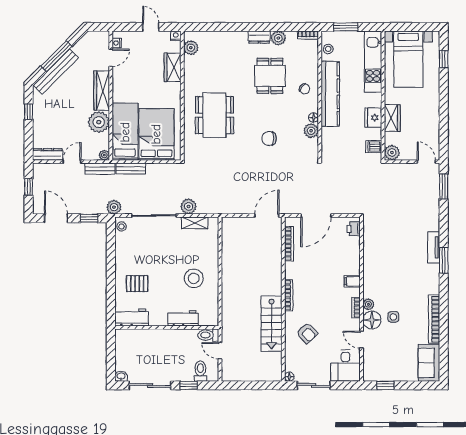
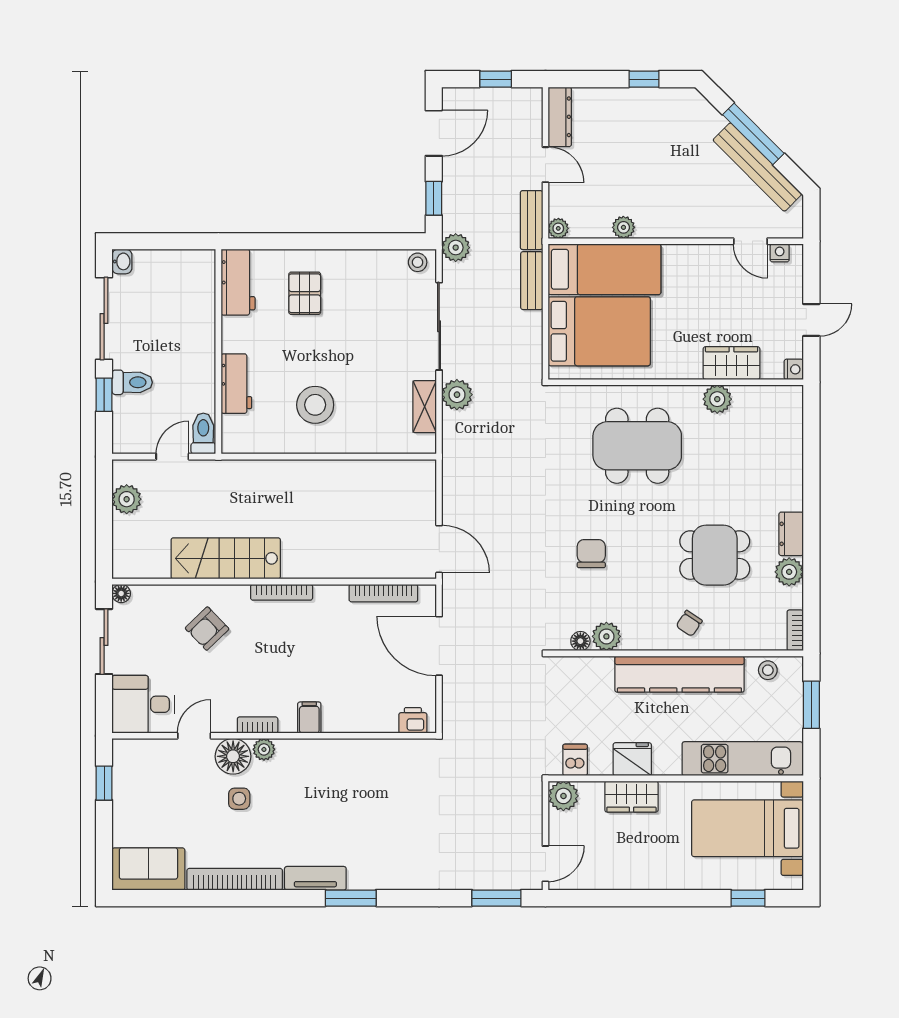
plant: (191, 48) -> (717, 399), moved
bench: (56, 71) -> (757, 167), moved
wardrobe: (102, 90) -> (686, 223), removed
floor lamp: (313, 118) -> (580, 641), moved
plant: (99, 122) -> (623, 227), width x0.53, depth x0.53
tv unit: (434, 247) -> (315, 878), moved
toilet: (200, 371) -> (132, 382), moved
plant: (242, 374) -> (127, 499), added

